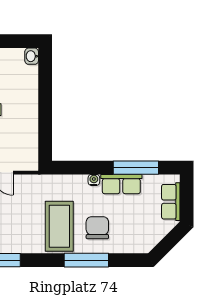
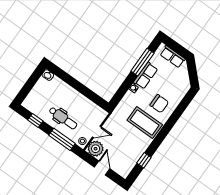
chair: (97, 228) -> (159, 104), turned 180
window: (86, 260) -> (172, 121), removed

